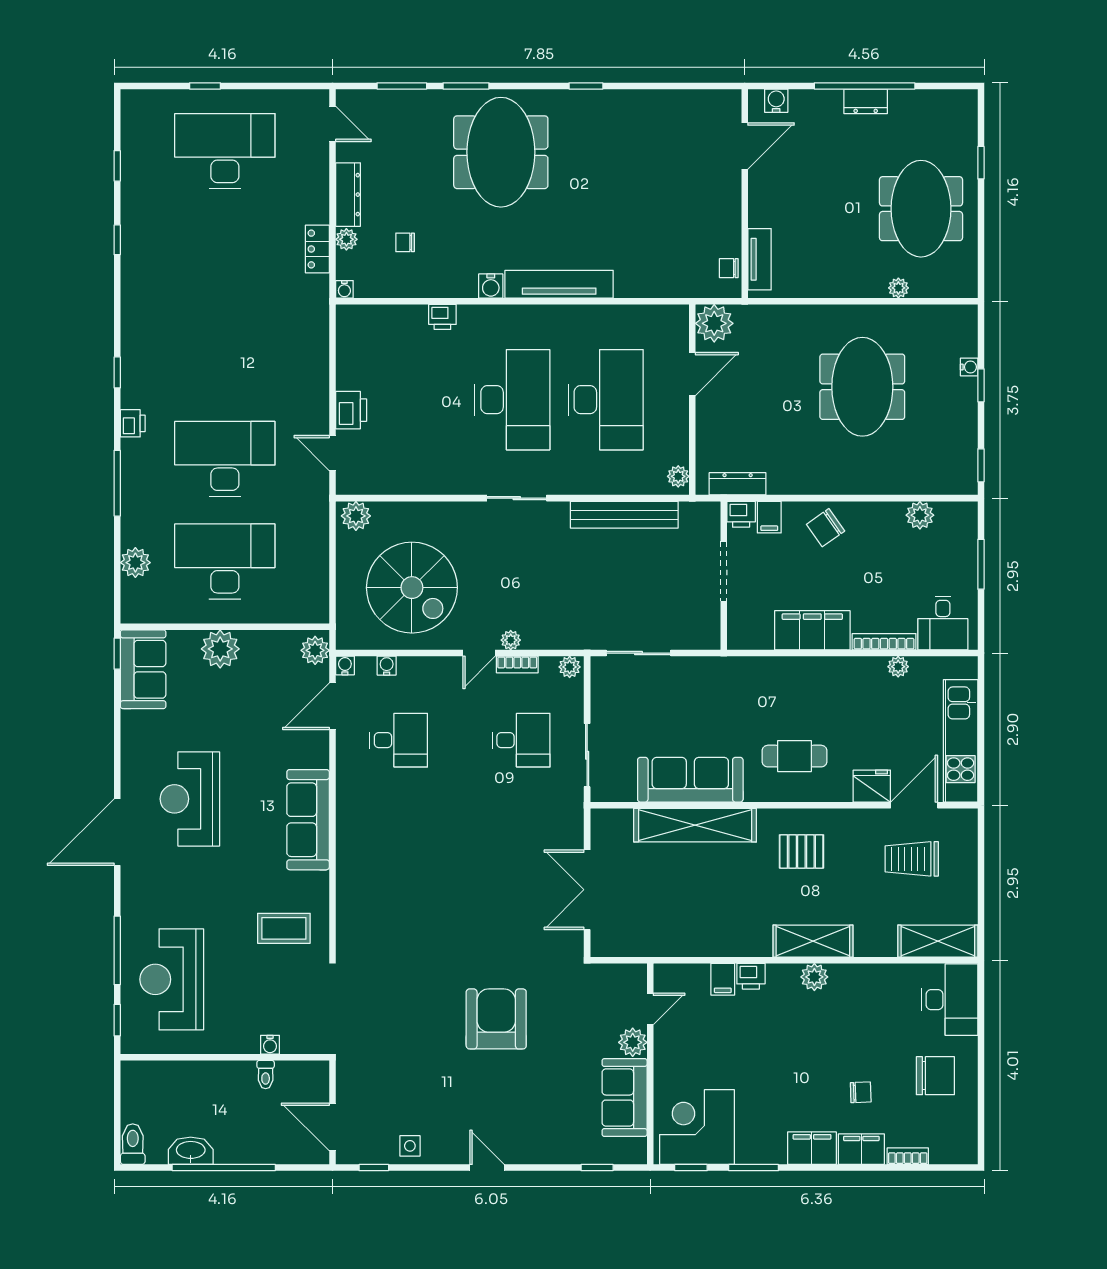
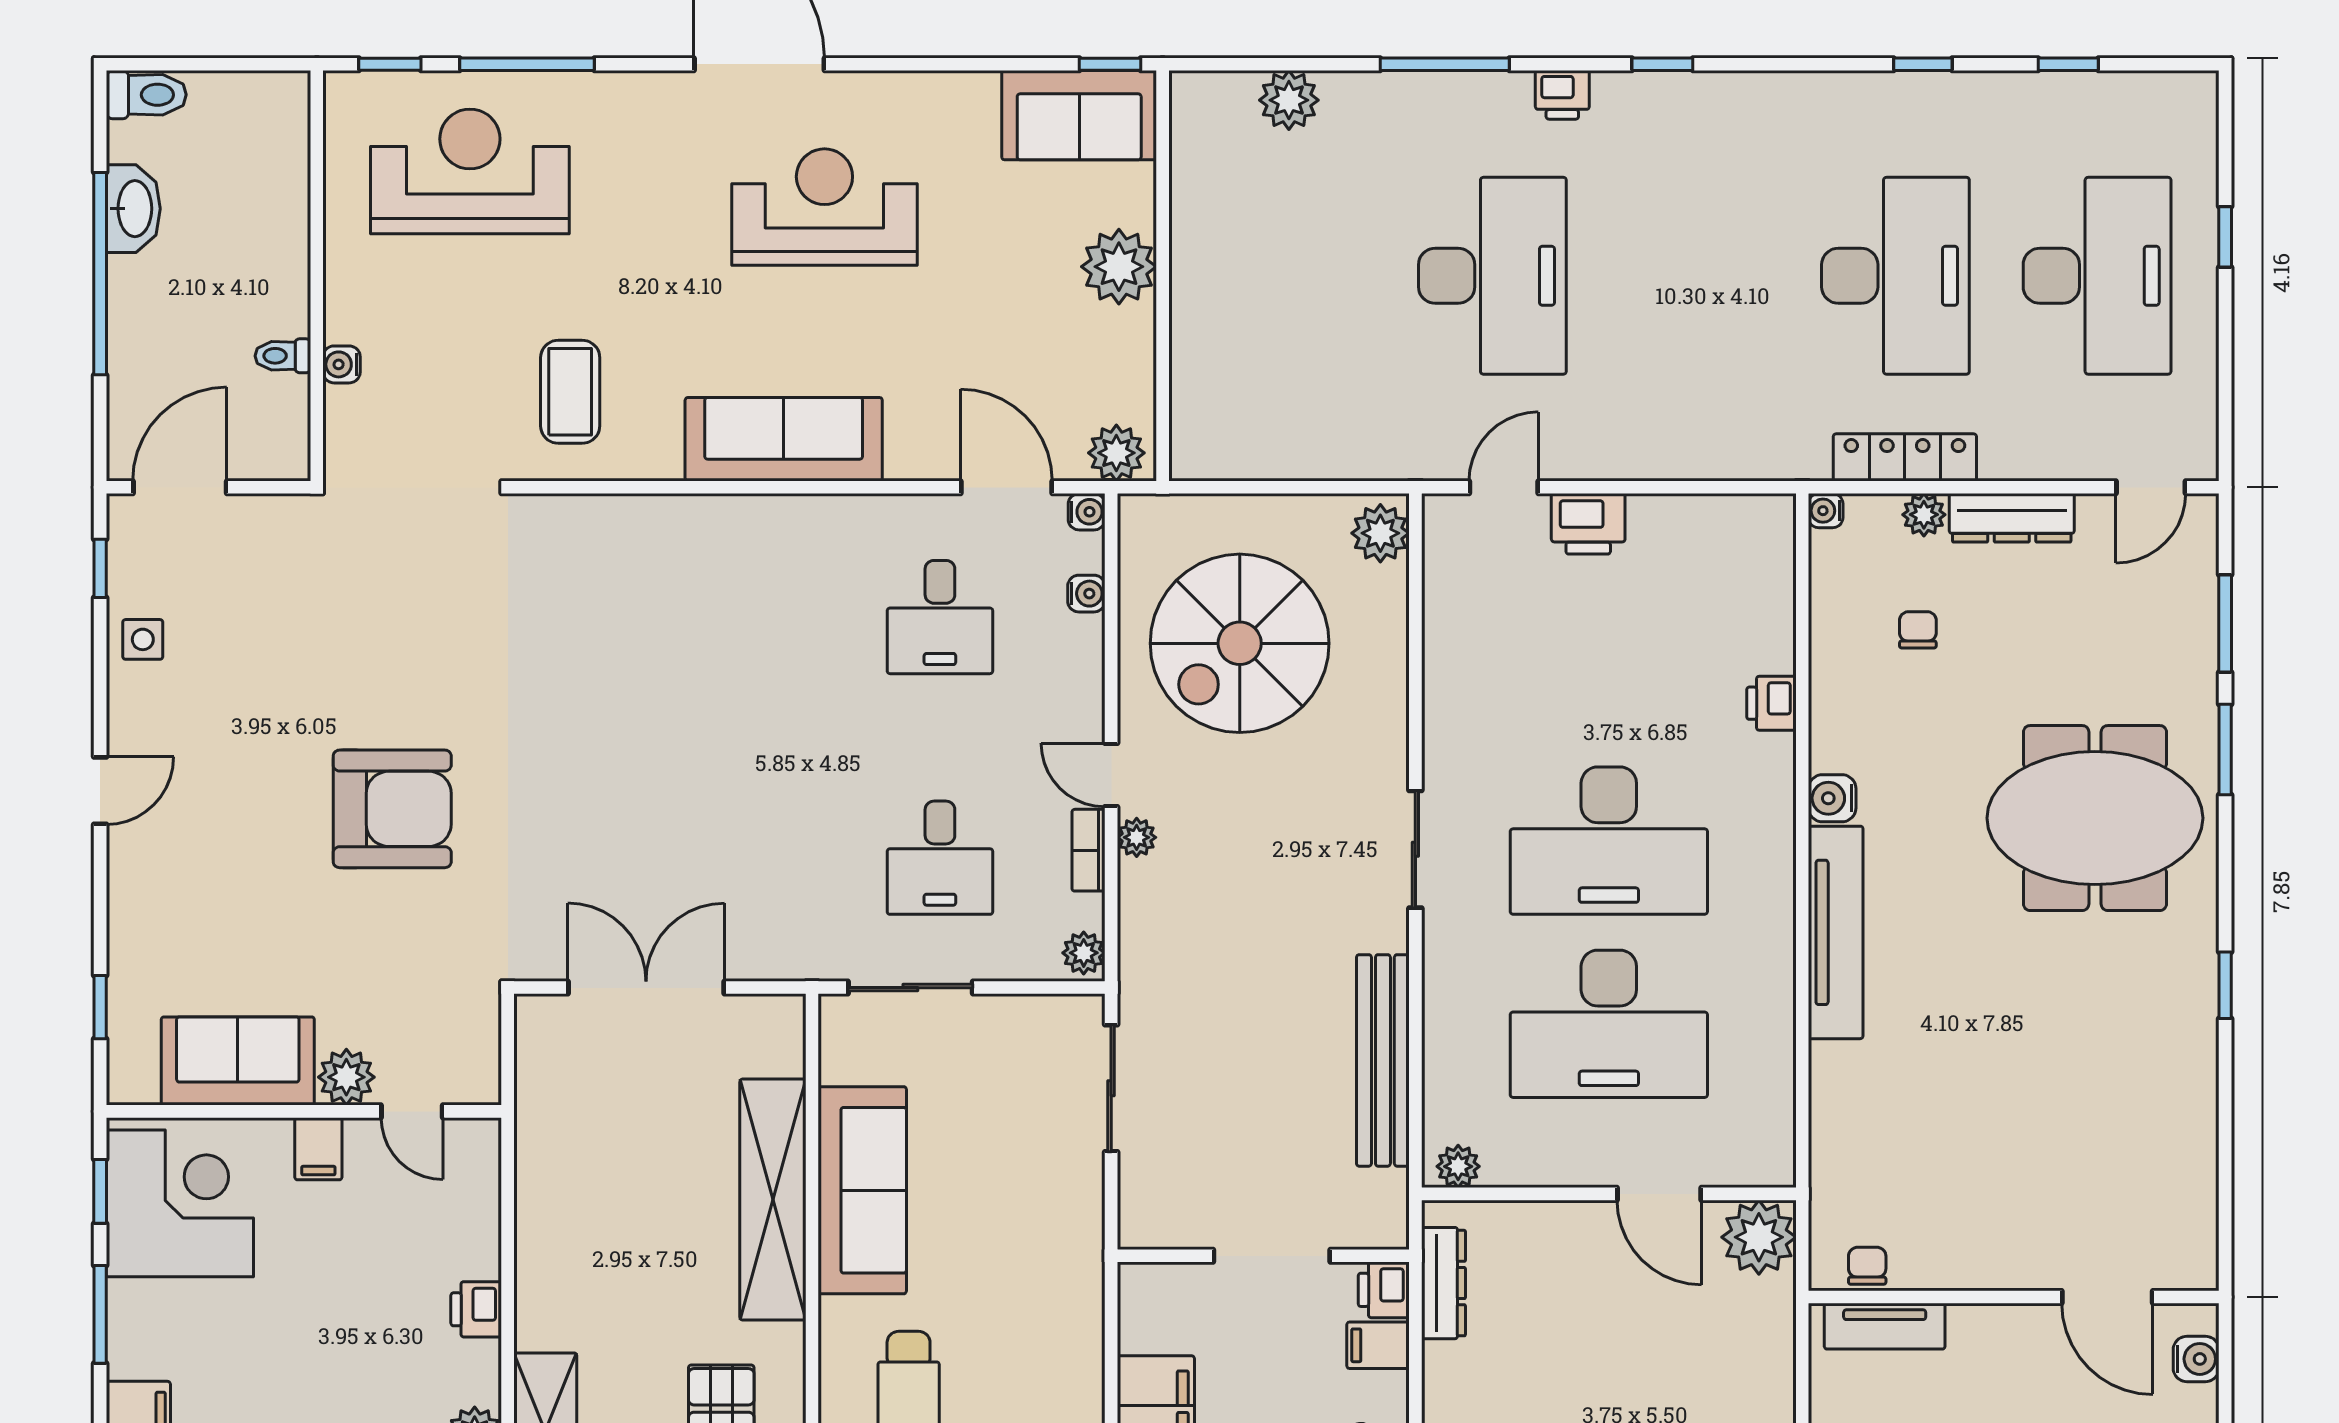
locker: (317, 249) -> (1905, 457), width x1.53
desk: (225, 562) -> (1895, 276), moved
filing cabinet: (723, 979) -> (318, 1149), moved, turned -90

